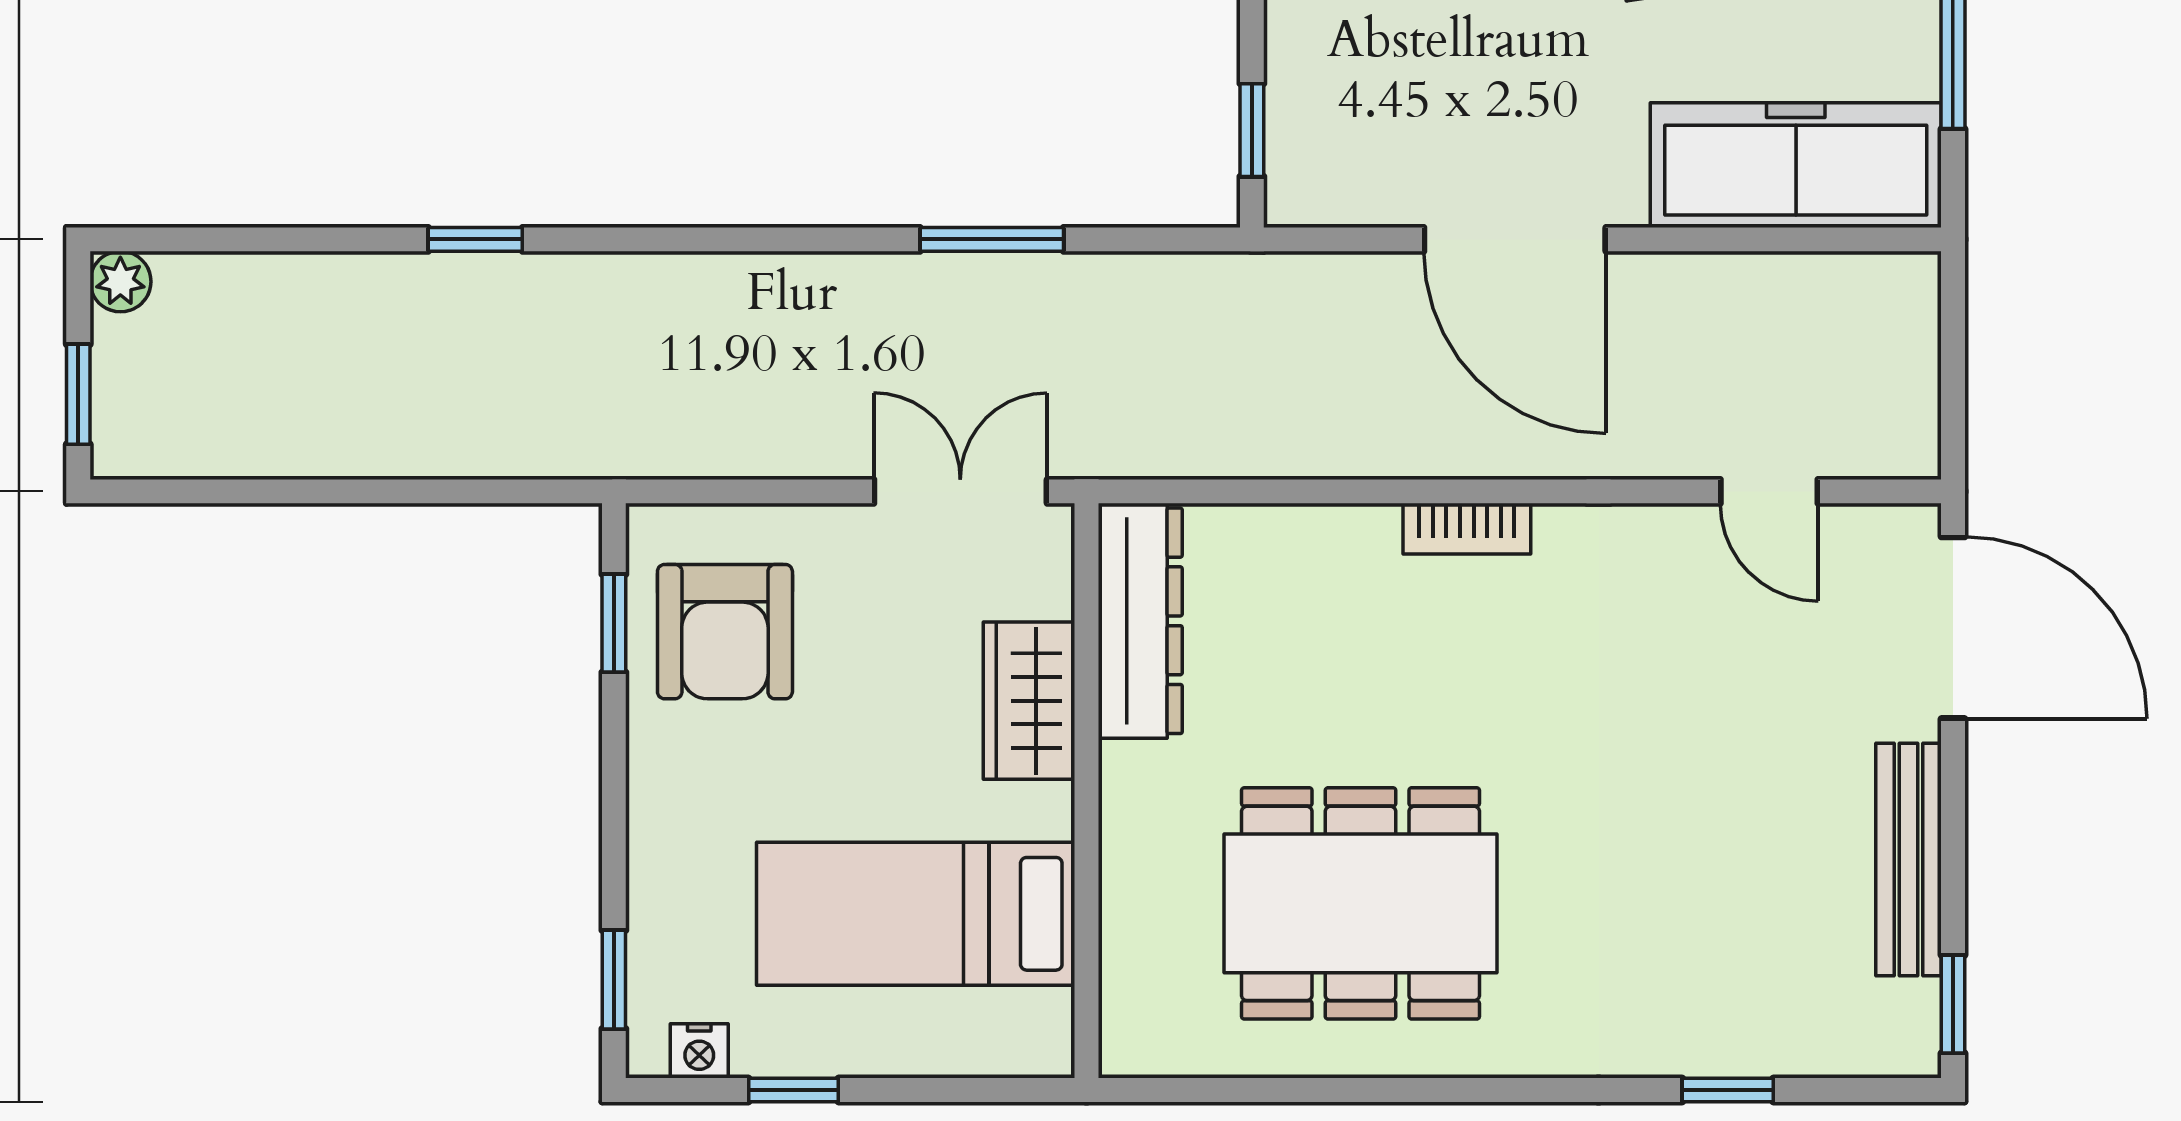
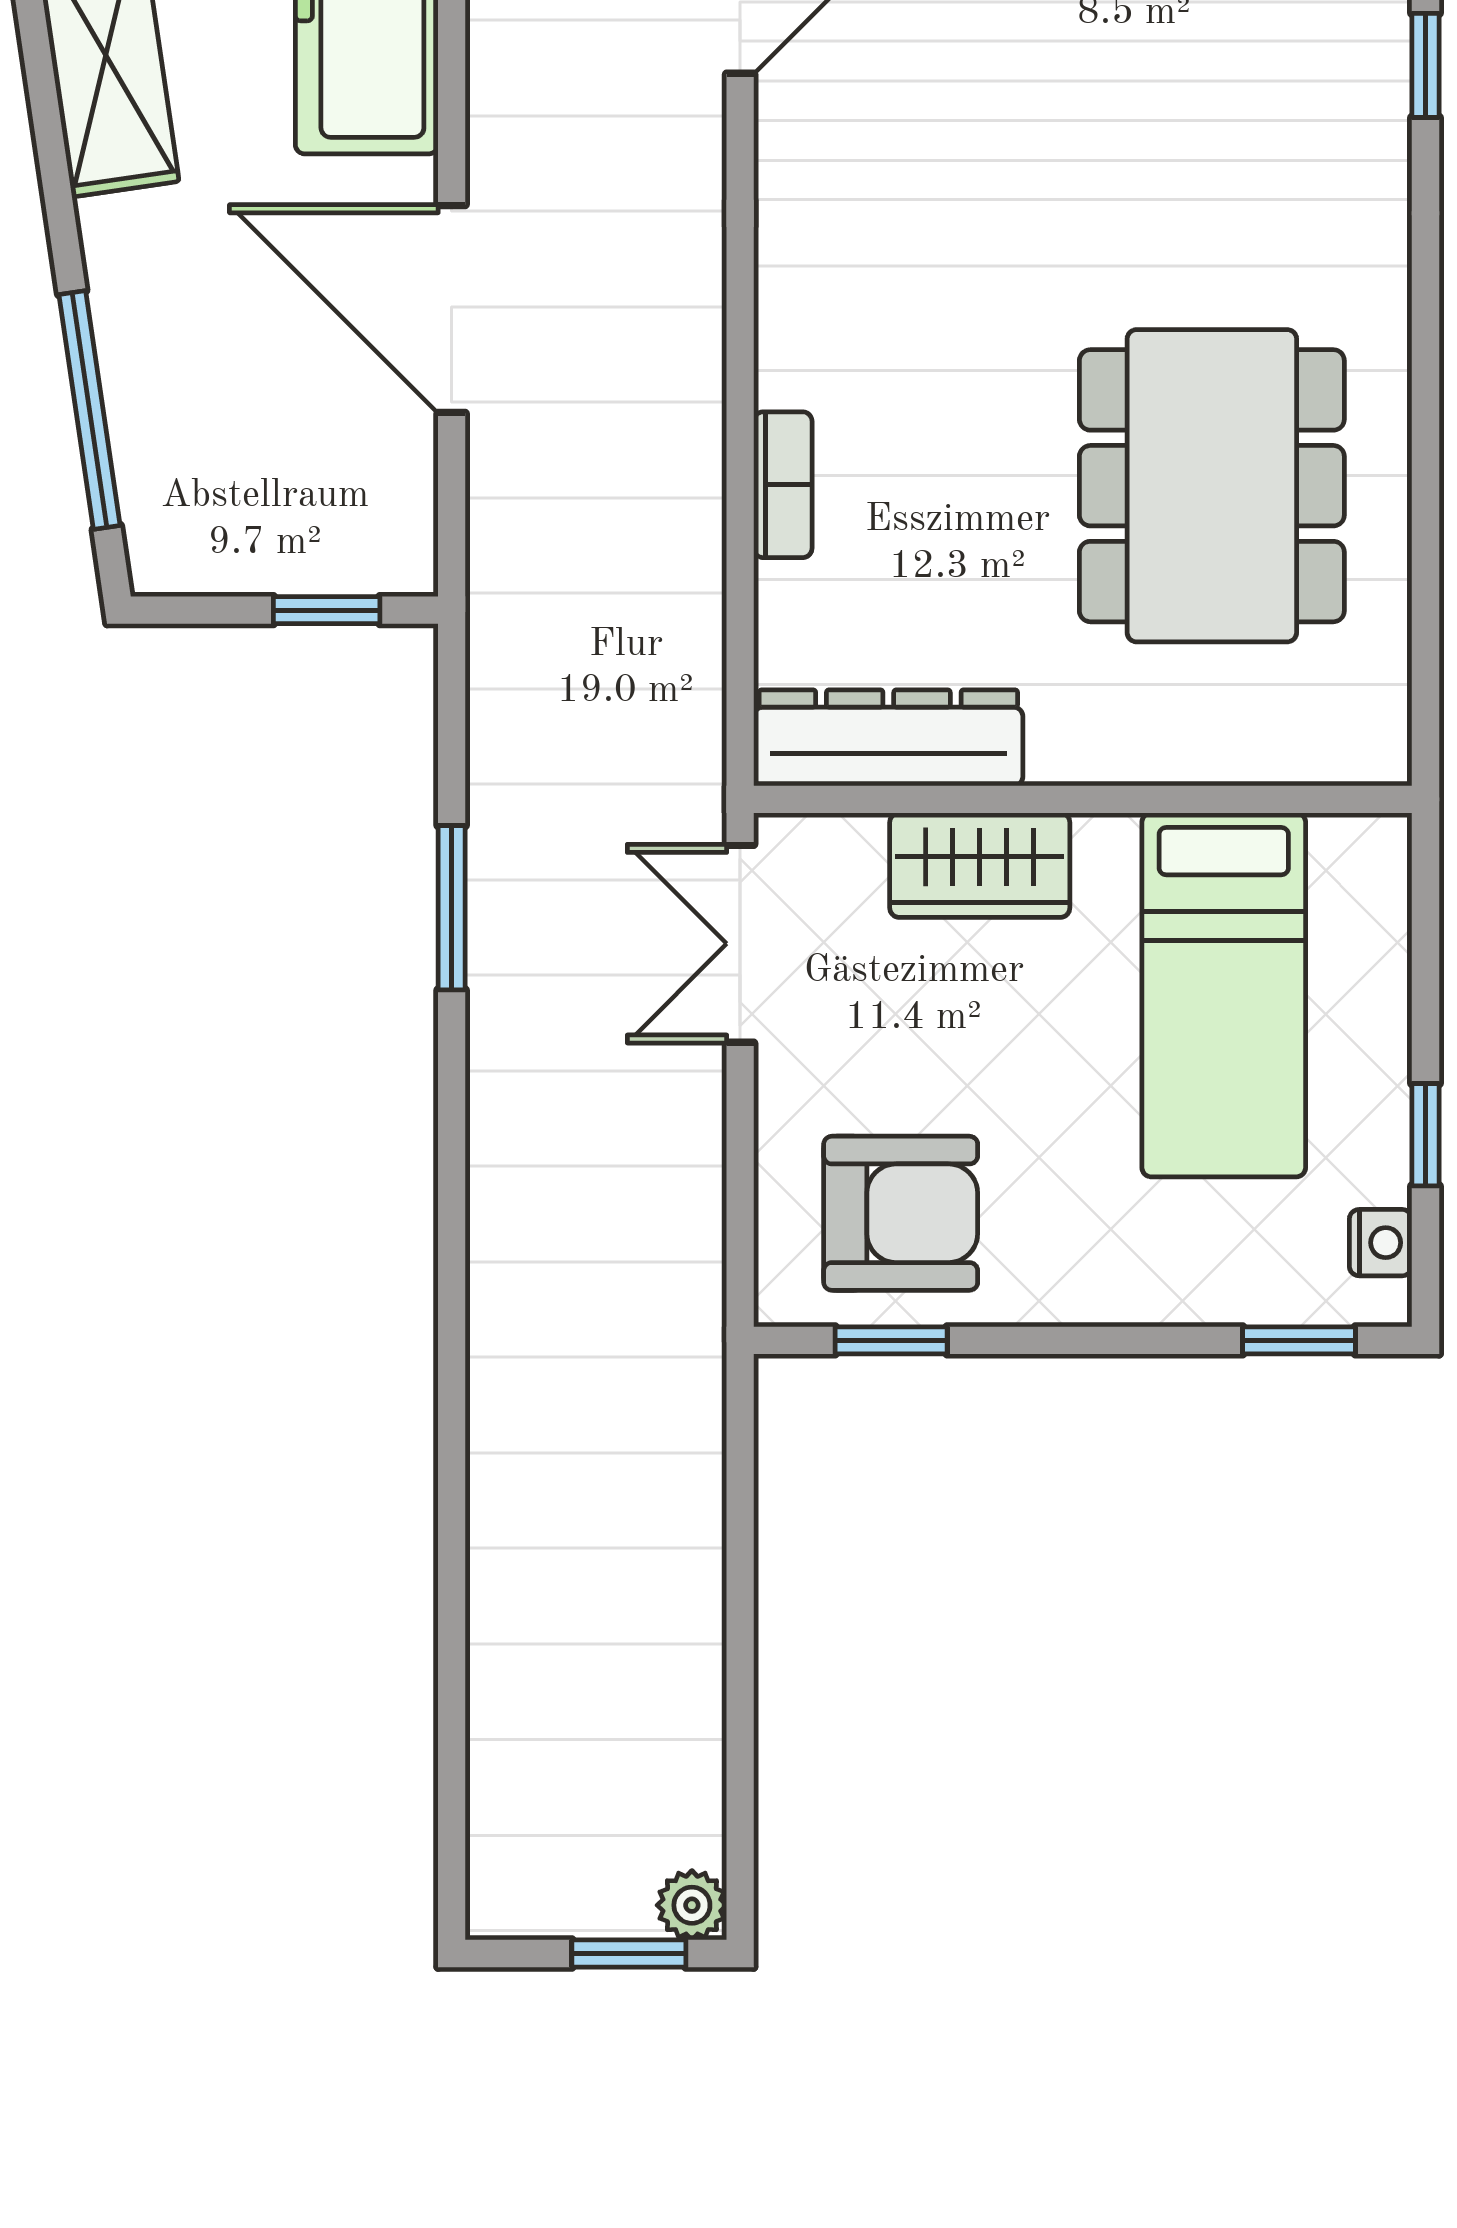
window: (475, 239) -> (452, 1499), removed
door: (1515, 239) -> (452, 309), swing flipped
plant: (120, 282) -> (692, 1905), moved
bookcase: (1467, 529) -> (783, 485), moved

